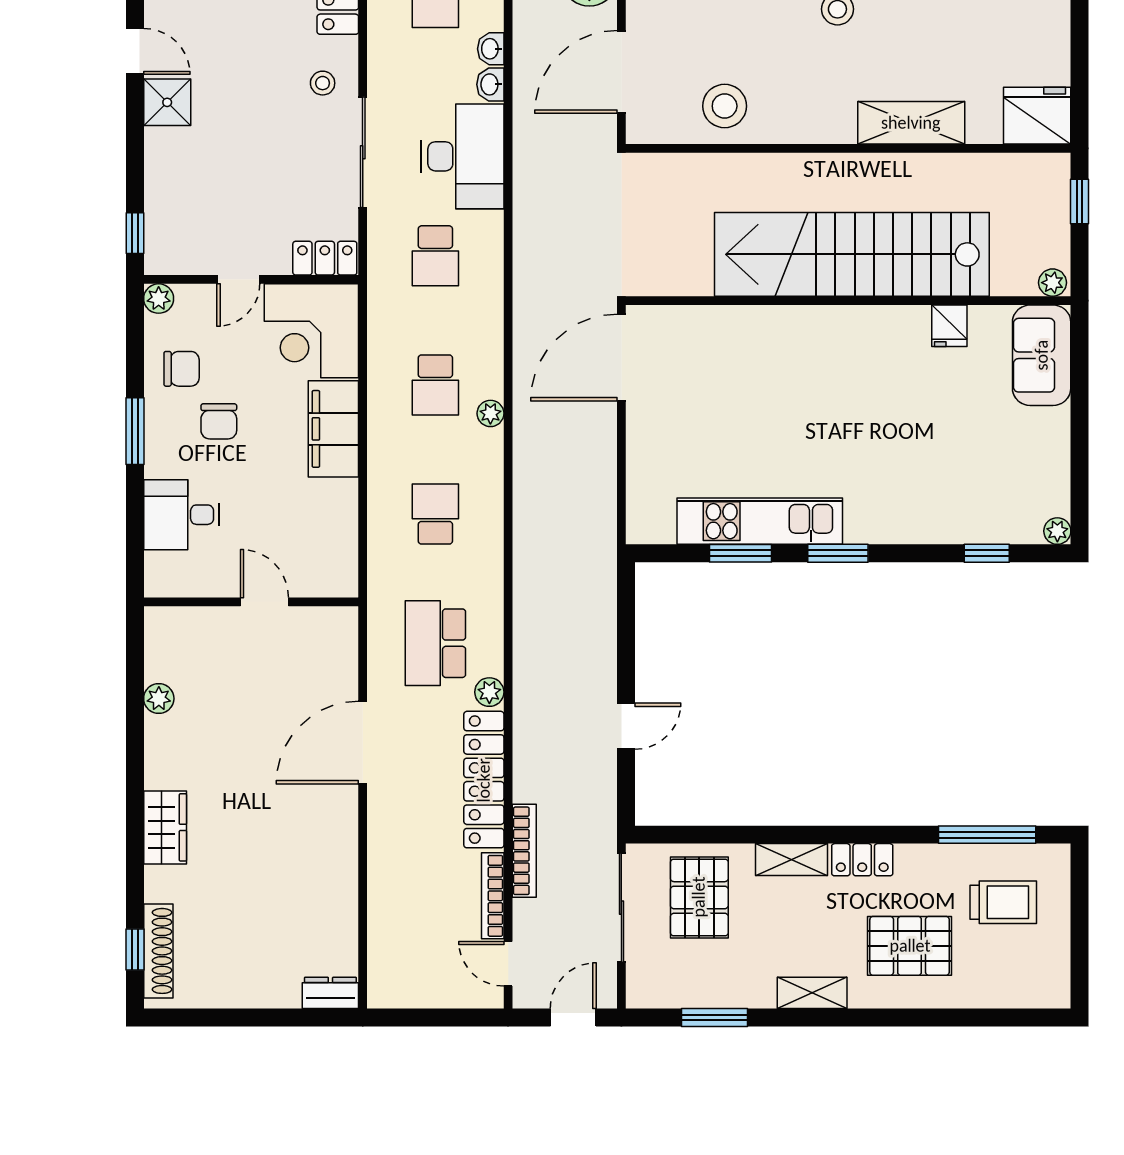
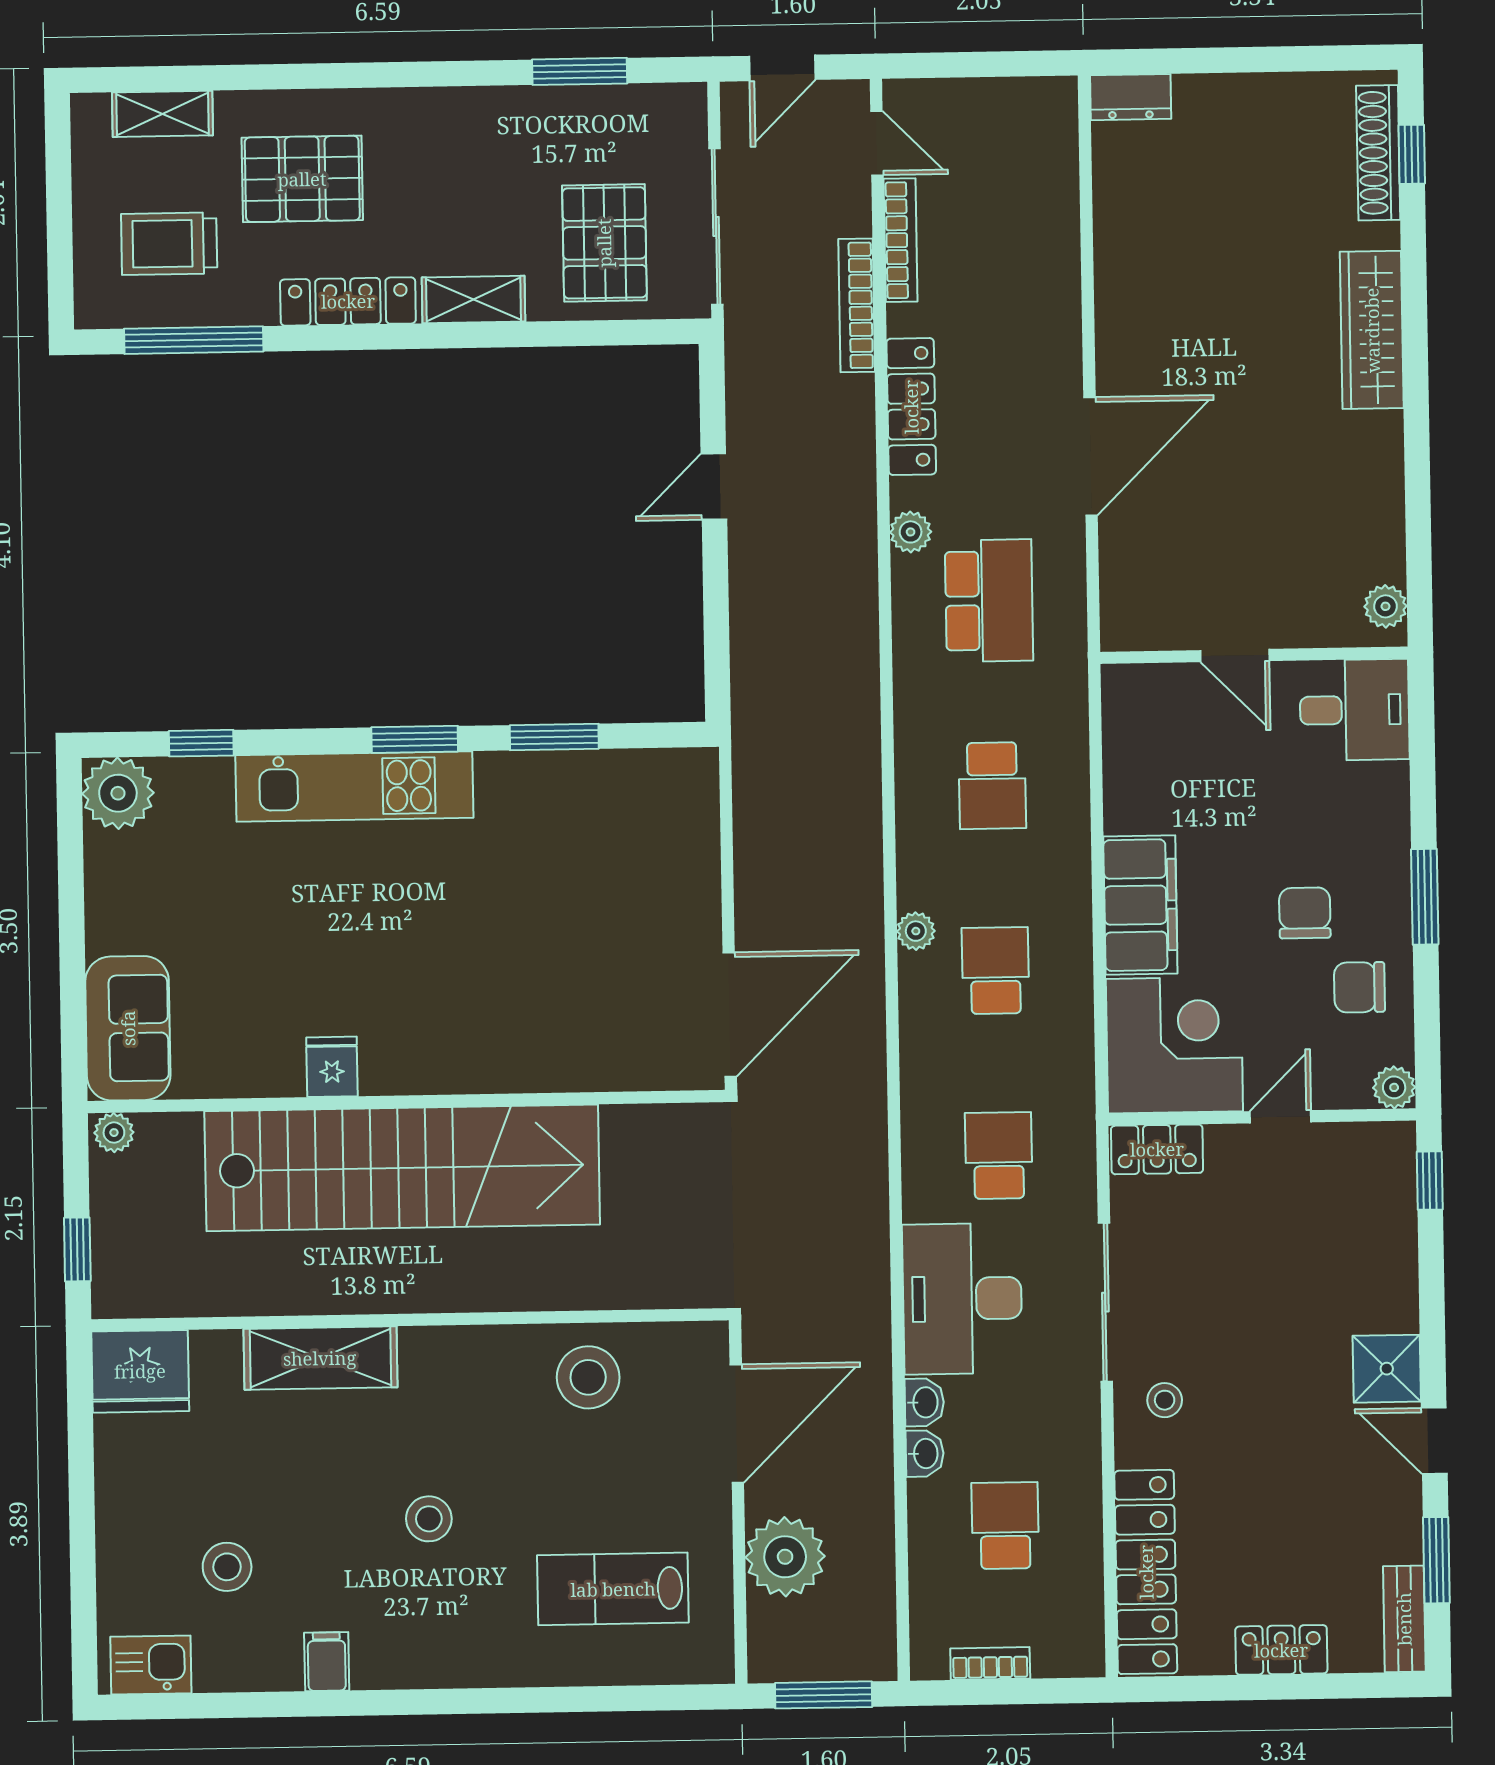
fridge: (949, 326) -> (332, 1067), moved
desk: (182, 515) -> (1355, 710), moved
kitchen unit: (760, 521) -> (354, 787), moved
plant: (1057, 531) -> (118, 793), width x1.88, depth x1.88
plant: (159, 699) -> (1386, 606), moved
locker: (484, 780) -> (911, 407), width x0.71, depth x0.83
wardrobe: (165, 827) -> (1372, 330), width x1.50
locker: (862, 860) -> (348, 301), width x1.53
shelving: (812, 993) -> (162, 114), moved

